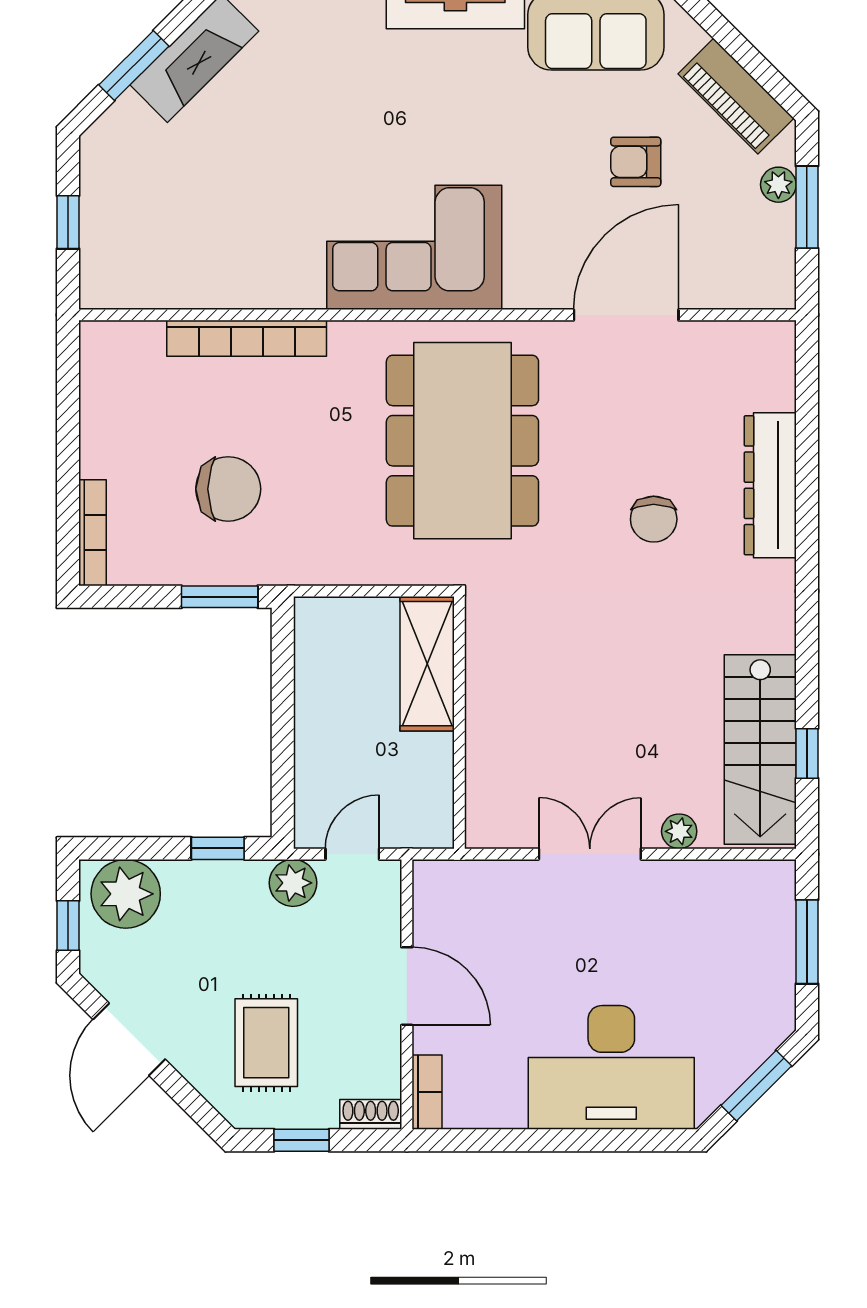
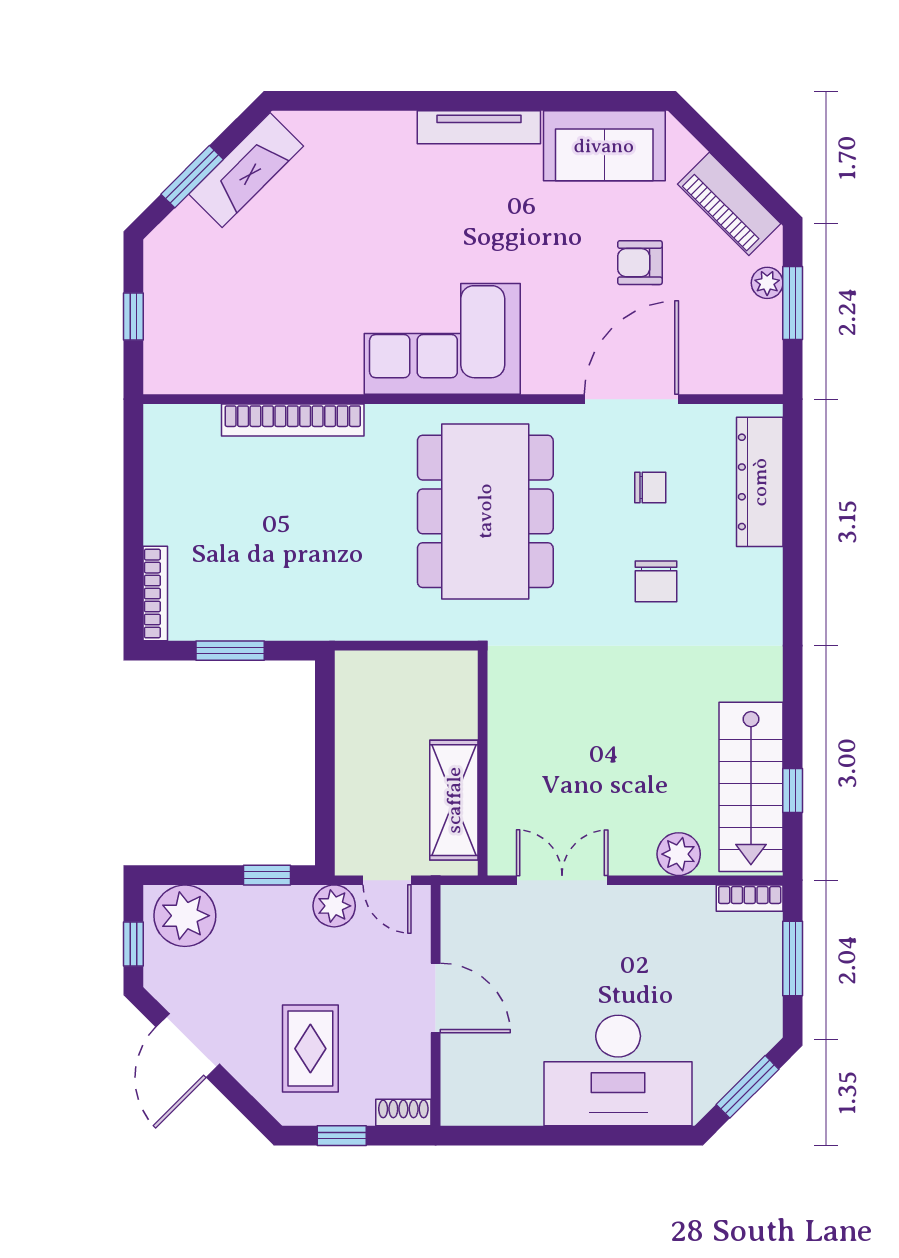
dresser: (770, 485) -> (760, 482), moved
chair: (228, 489) -> (650, 487), moved, width x0.54, depth x0.54
window: (220, 597) -> (230, 651), moved
shelving: (427, 664) -> (454, 800), moved
plant: (679, 831) -> (679, 854), width x1.38, depth x1.38
door: (352, 854) -> (387, 880), swing flipped
double door: (590, 854) -> (562, 880), moved
bookcase: (427, 1092) -> (750, 898), moved, turned 90

